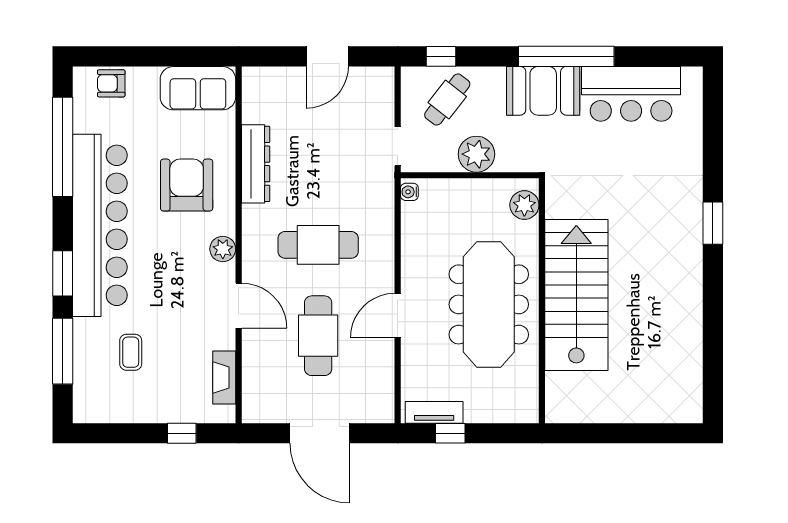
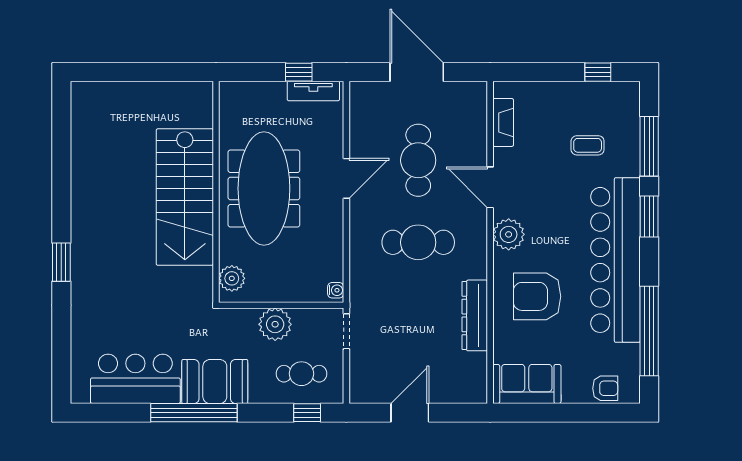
cafe table: (447, 100) -> (301, 374), turned 52
armchair: (187, 185) -> (537, 296), turned 90
plant: (223, 249) -> (509, 234), width x1.36, depth x1.36
coffee table: (131, 352) -> (588, 145), turned 90
window: (182, 433) -> (598, 72), moved

